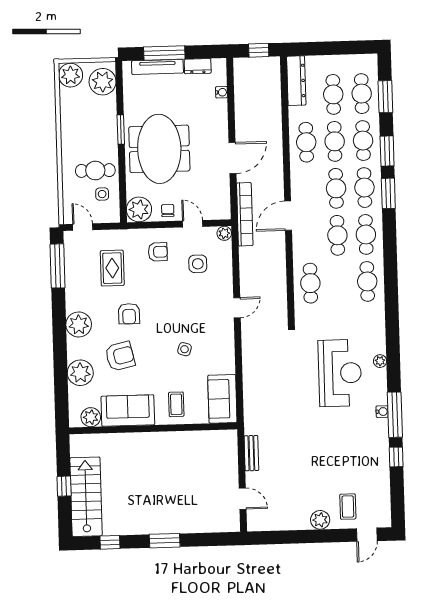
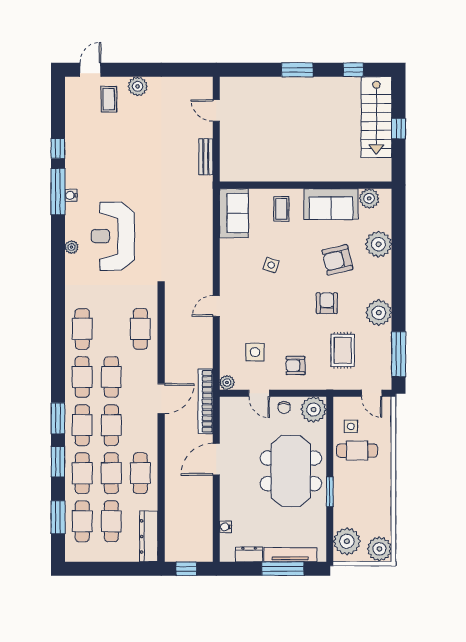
plant: (79, 325) -> (379, 313), moved

